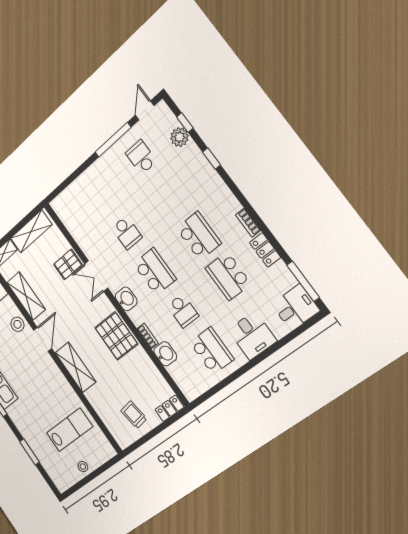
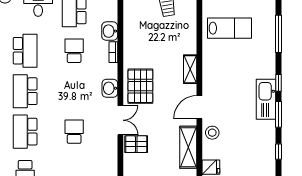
school desk: (155, 271) -> (25, 132), moved
pallet: (116, 336) -> (140, 86), moved
shelving: (75, 367) -> (190, 69), width x0.67, depth x0.75
lab bench: (69, 430) -> (229, 28), turned 180
window: (29, 452) -> (279, 34), width x1.44

